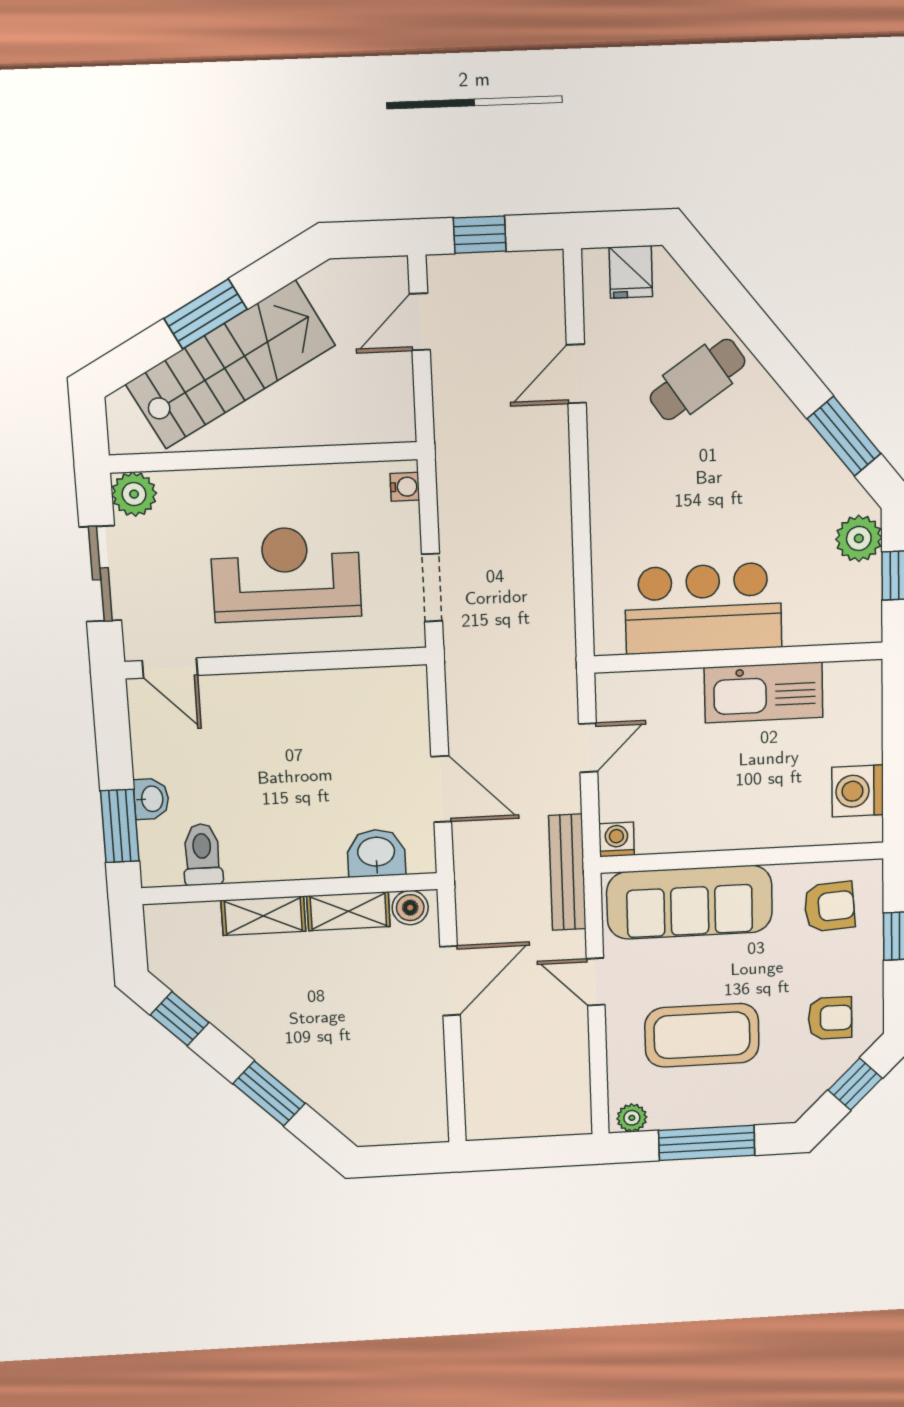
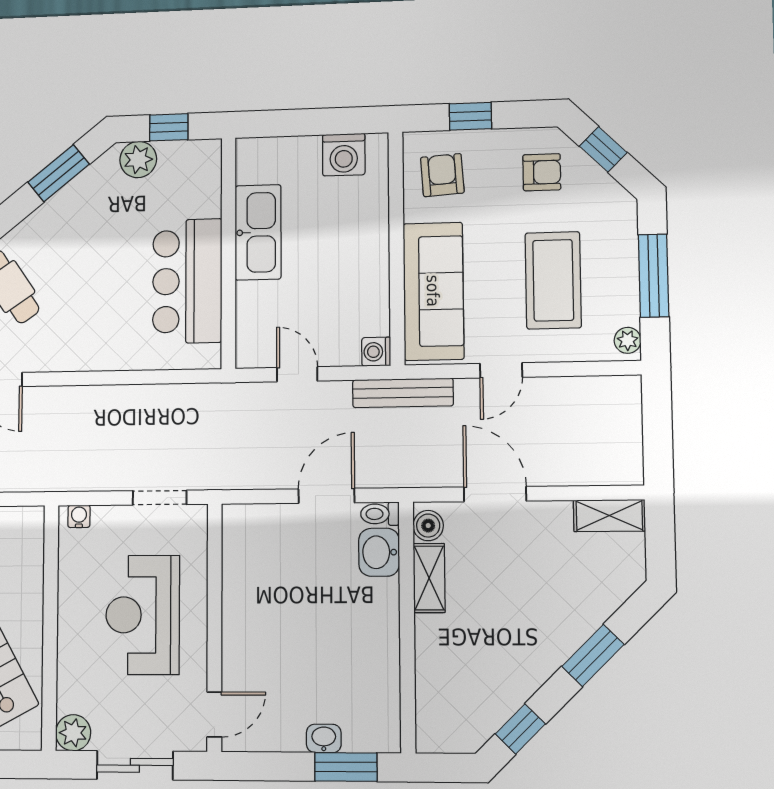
toilet: (202, 855) -> (380, 514), moved, width x0.73, depth x0.72
shelving: (263, 916) -> (609, 516), moved, turned 90
armchair: (830, 1018) -> (542, 172), turned 90

